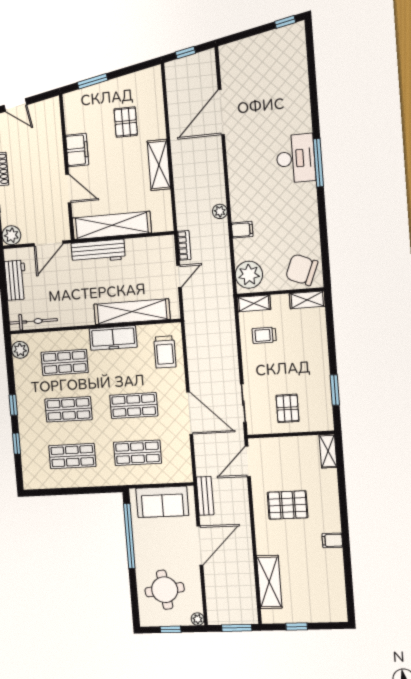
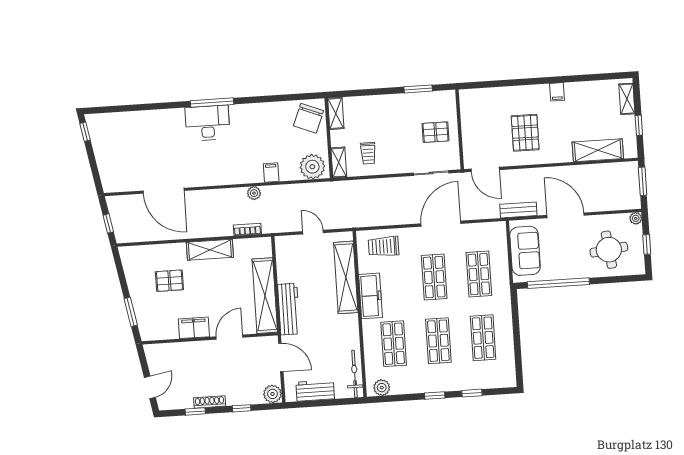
bookcase: (184, 245) -> (247, 229), moved
trolley: (165, 352) -> (384, 246), turned 180
shelving: (328, 451) -> (627, 99), moved, turned 90

